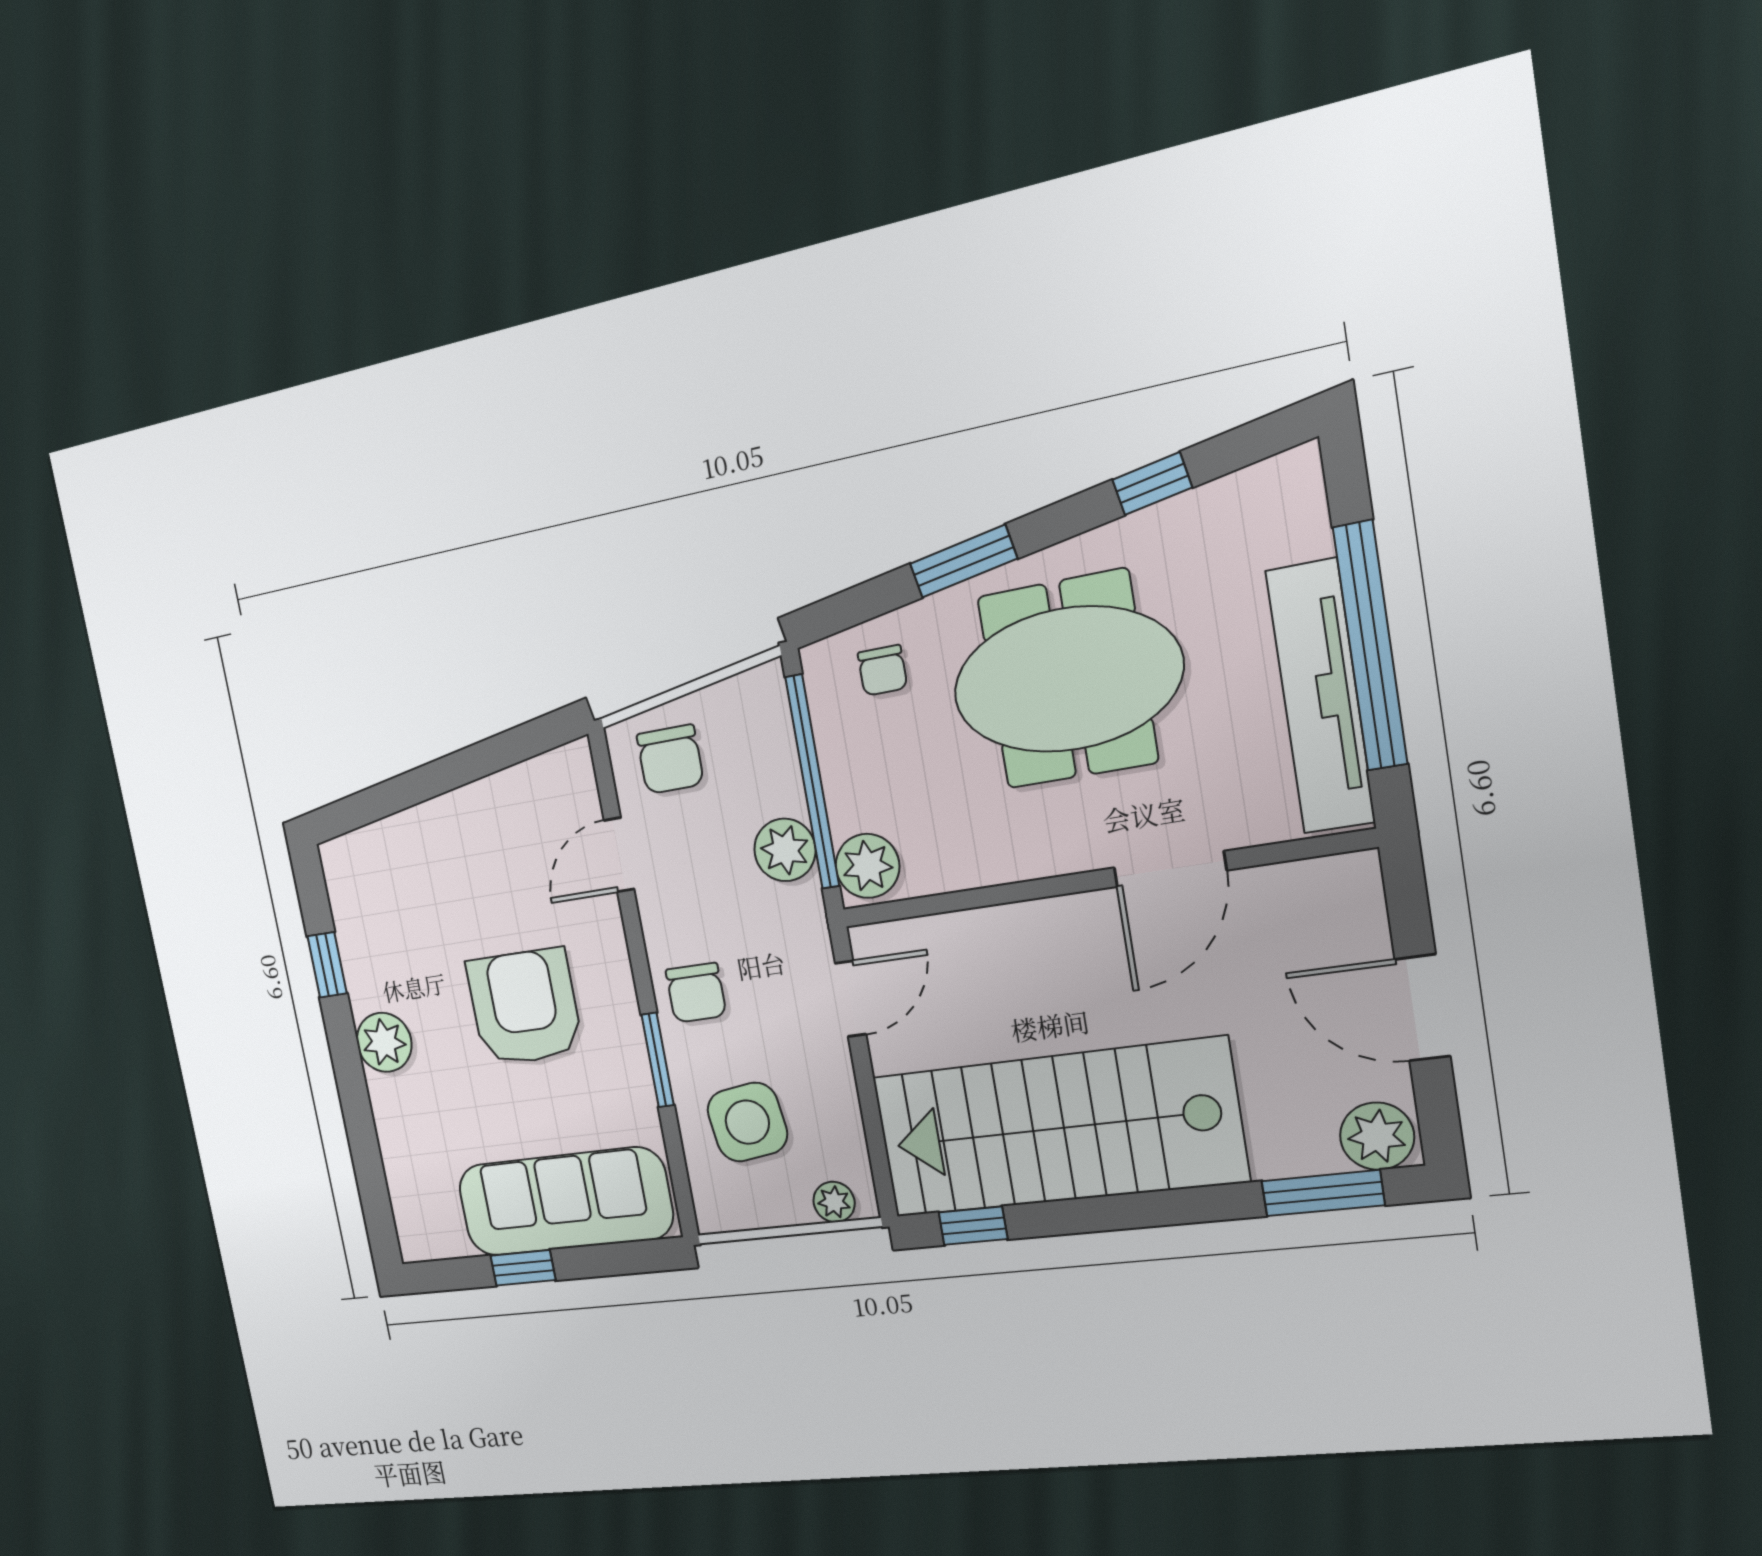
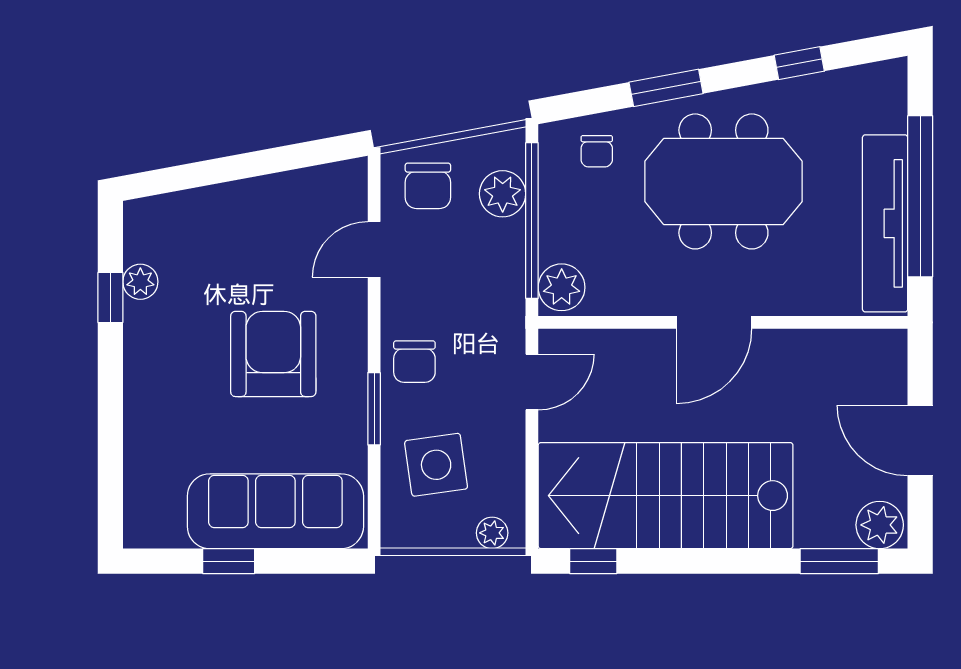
plant: (785, 850) -> (503, 194), moved
door: (1170, 869) -> (714, 322), moved
plant: (384, 1042) -> (140, 282), moved, width x0.73, depth x0.73

